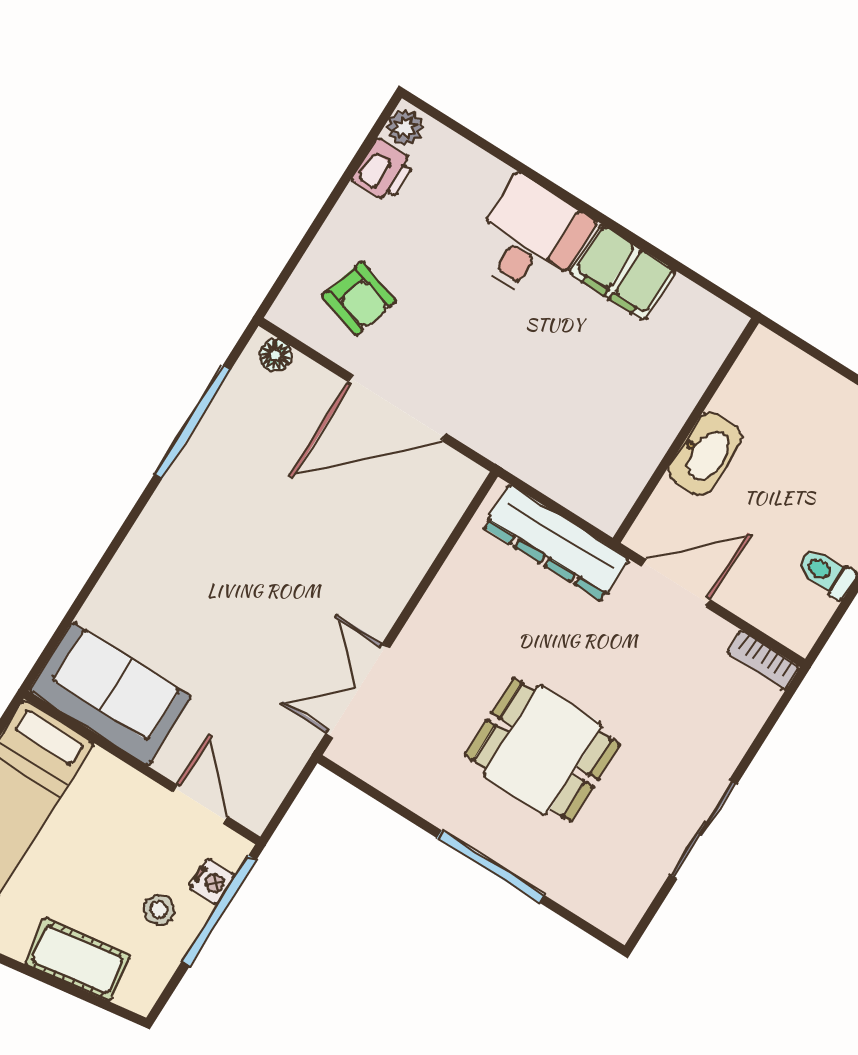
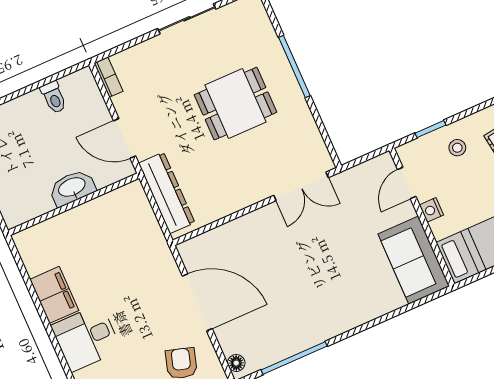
dining table: (542, 750) -> (236, 104), turned 90
nightstand: (212, 882) -> (431, 210), moved, turned -90
window: (219, 911) -> (430, 129), width x0.46

